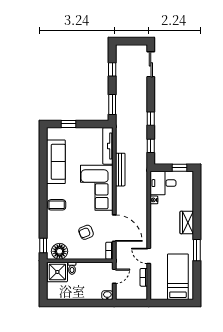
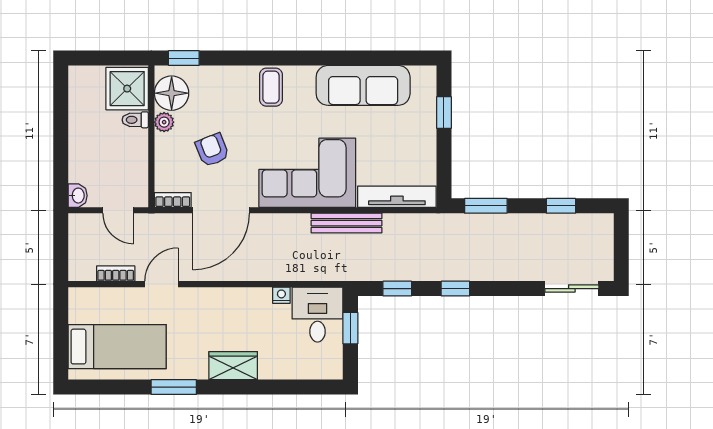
window: (180, 168) -> (350, 328), moved
plant: (73, 255) -> (164, 122), added

